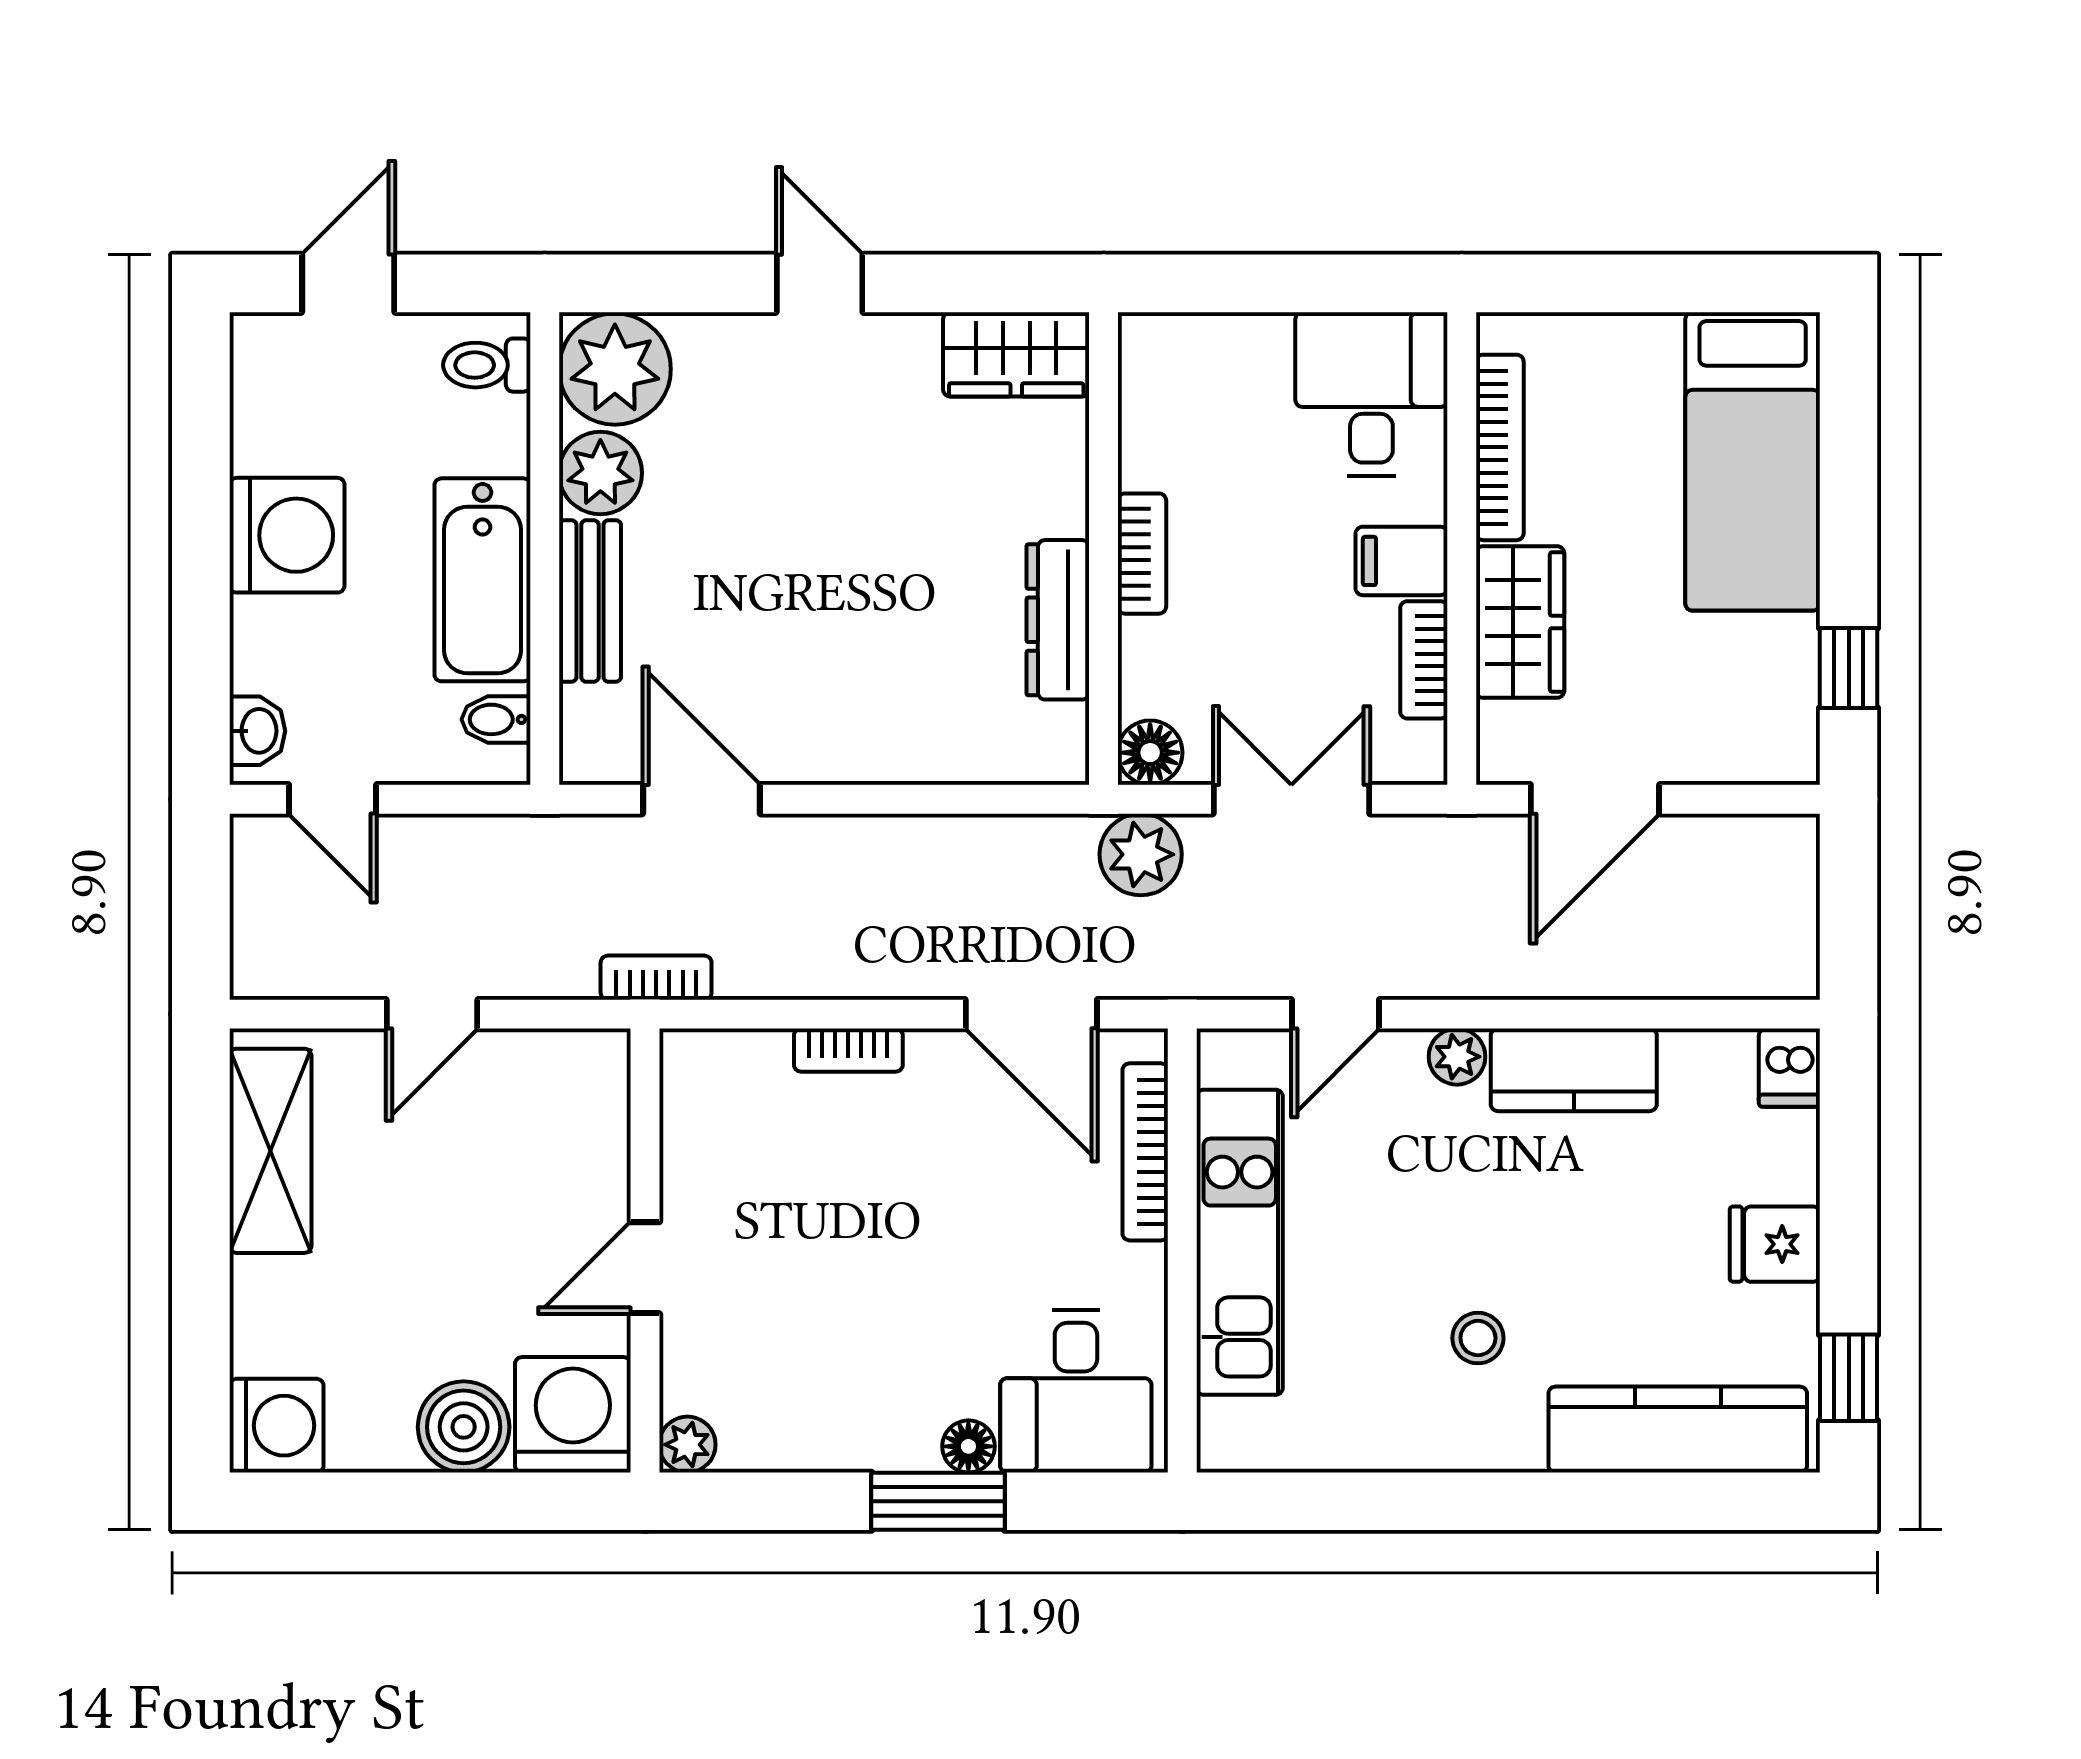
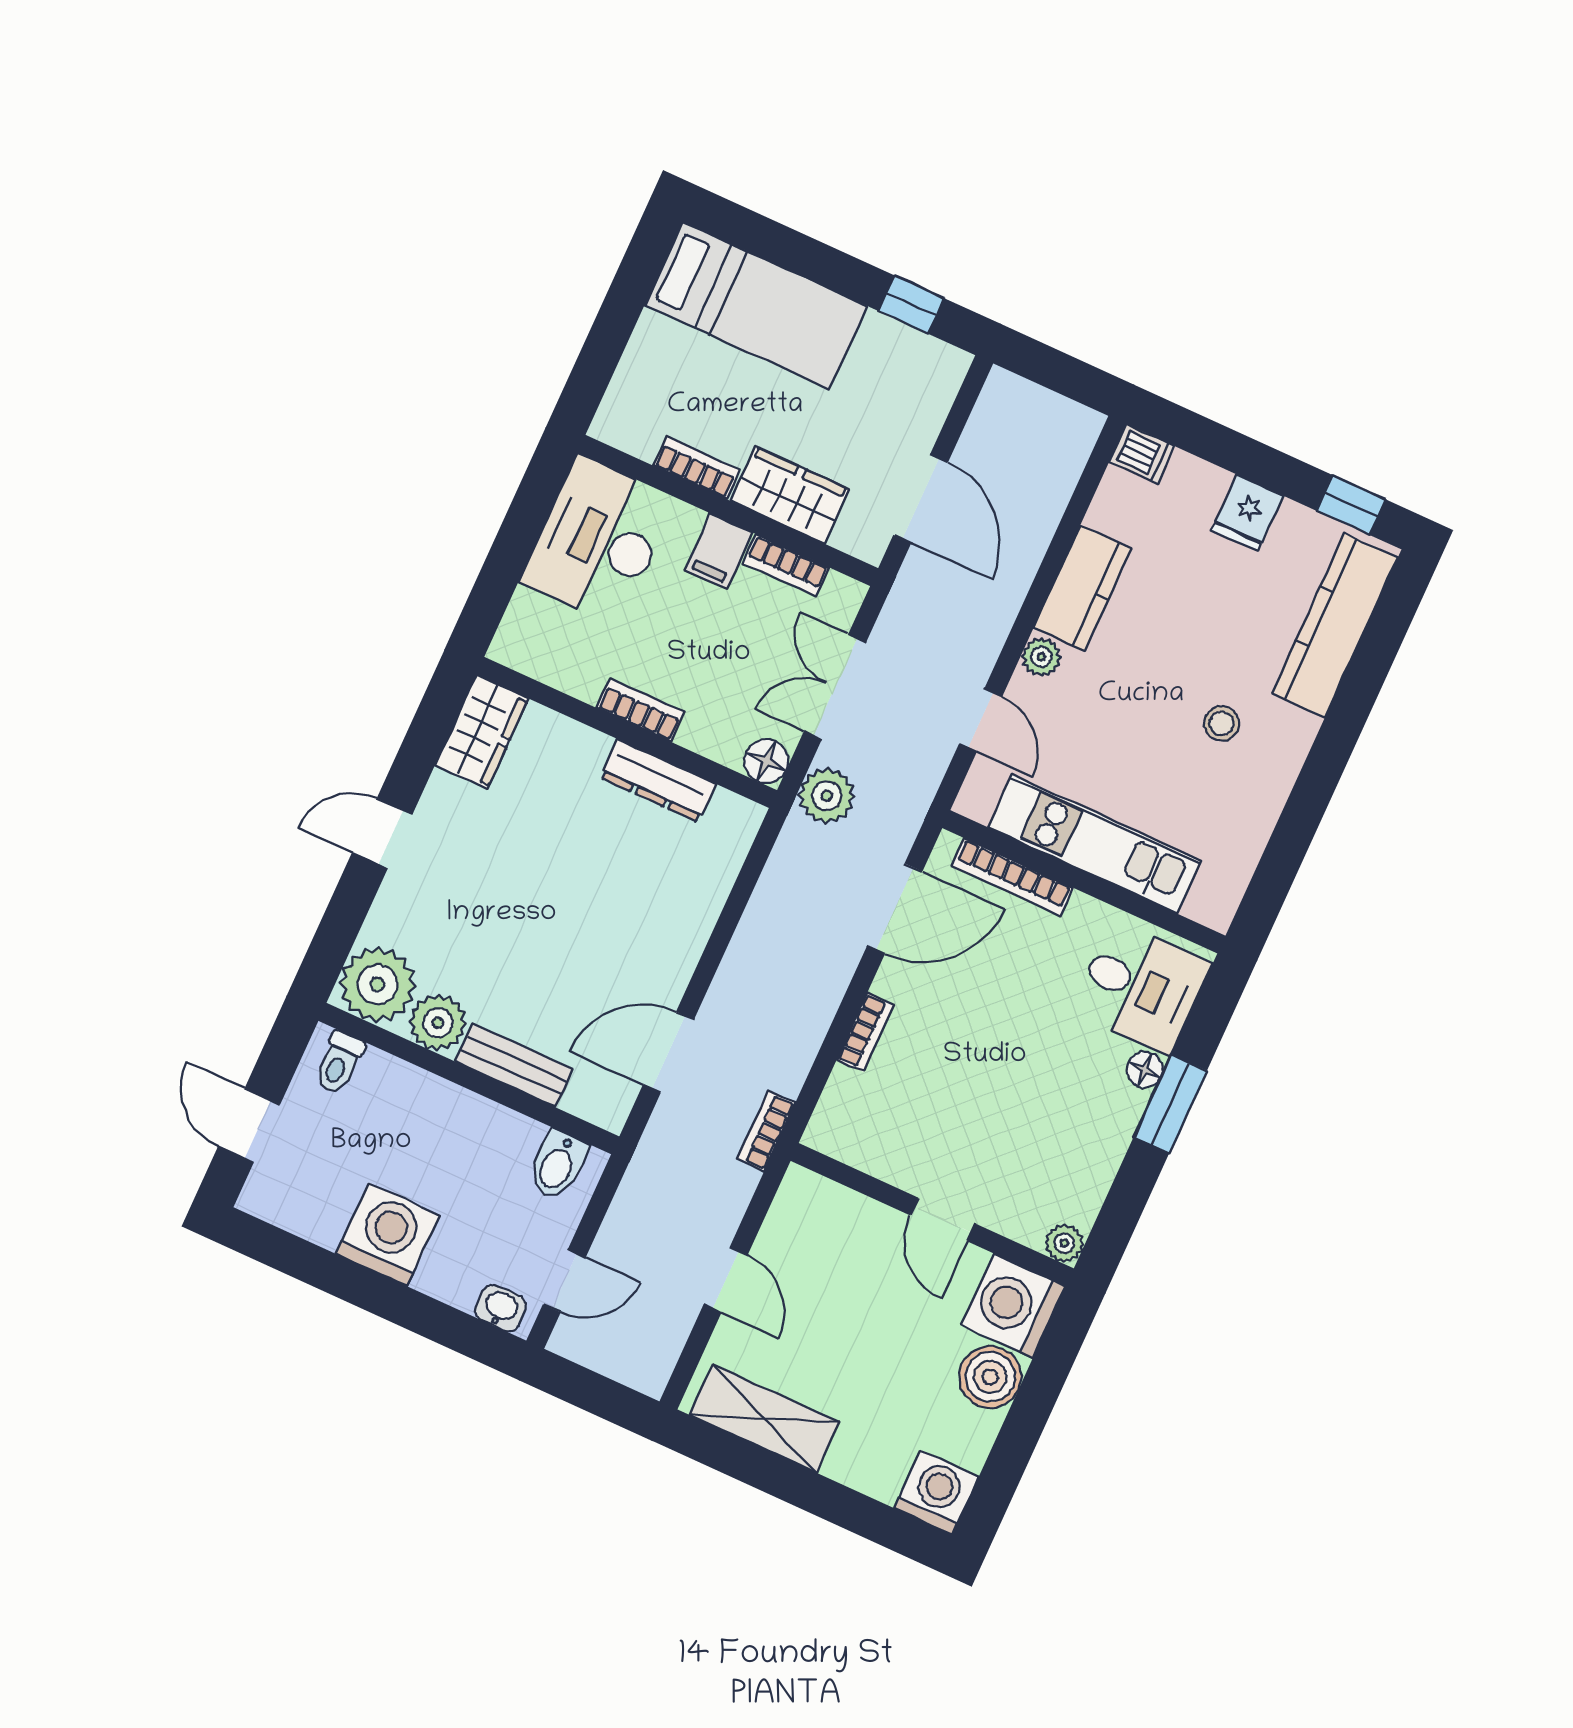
desk: (1371, 394) -> (599, 540), width x1.37
bookcase: (1500, 447) -> (697, 468), width x0.64
bathtub: (482, 580) -> (471, 1126), removed
bidet: (496, 719) -> (558, 1165), width x1.38, depth x1.36

